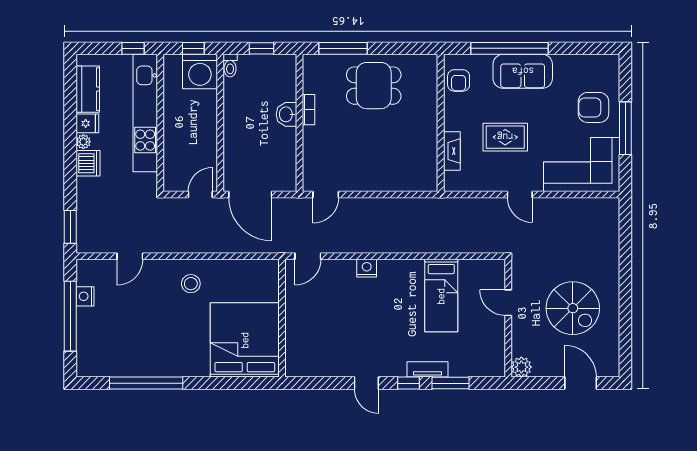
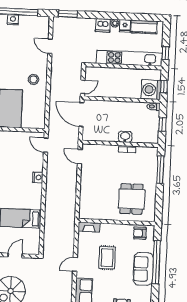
dining table: (374, 86) -> (132, 199), moved
fireplace: (452, 151) -> (89, 227), moved
door: (200, 194) -> (83, 87), hinge flipped
door: (250, 194) -> (82, 115), hinge flipped
nightstand: (85, 296) -> (13, 20), moved

